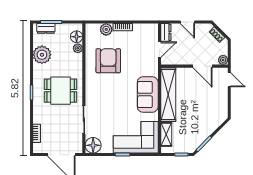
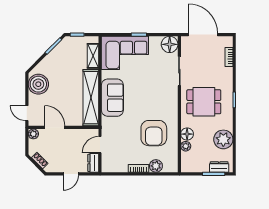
door: (187, 22) -> (71, 174), swing flipped
floor lamp: (77, 37) -> (187, 134), moved
boiler: (218, 107) -> (38, 84), added

